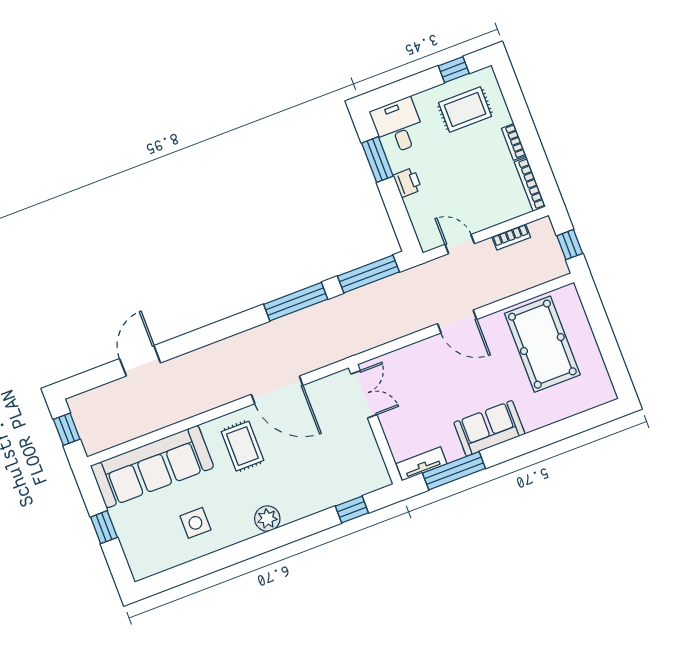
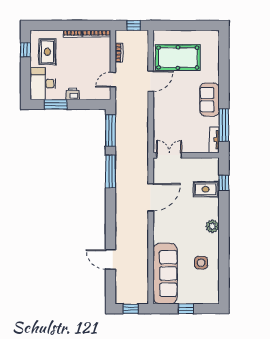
desk: (398, 126) -> (43, 84), width x1.37
door: (457, 321) -> (151, 81), moved
rug: (242, 446) -> (206, 189), moved

